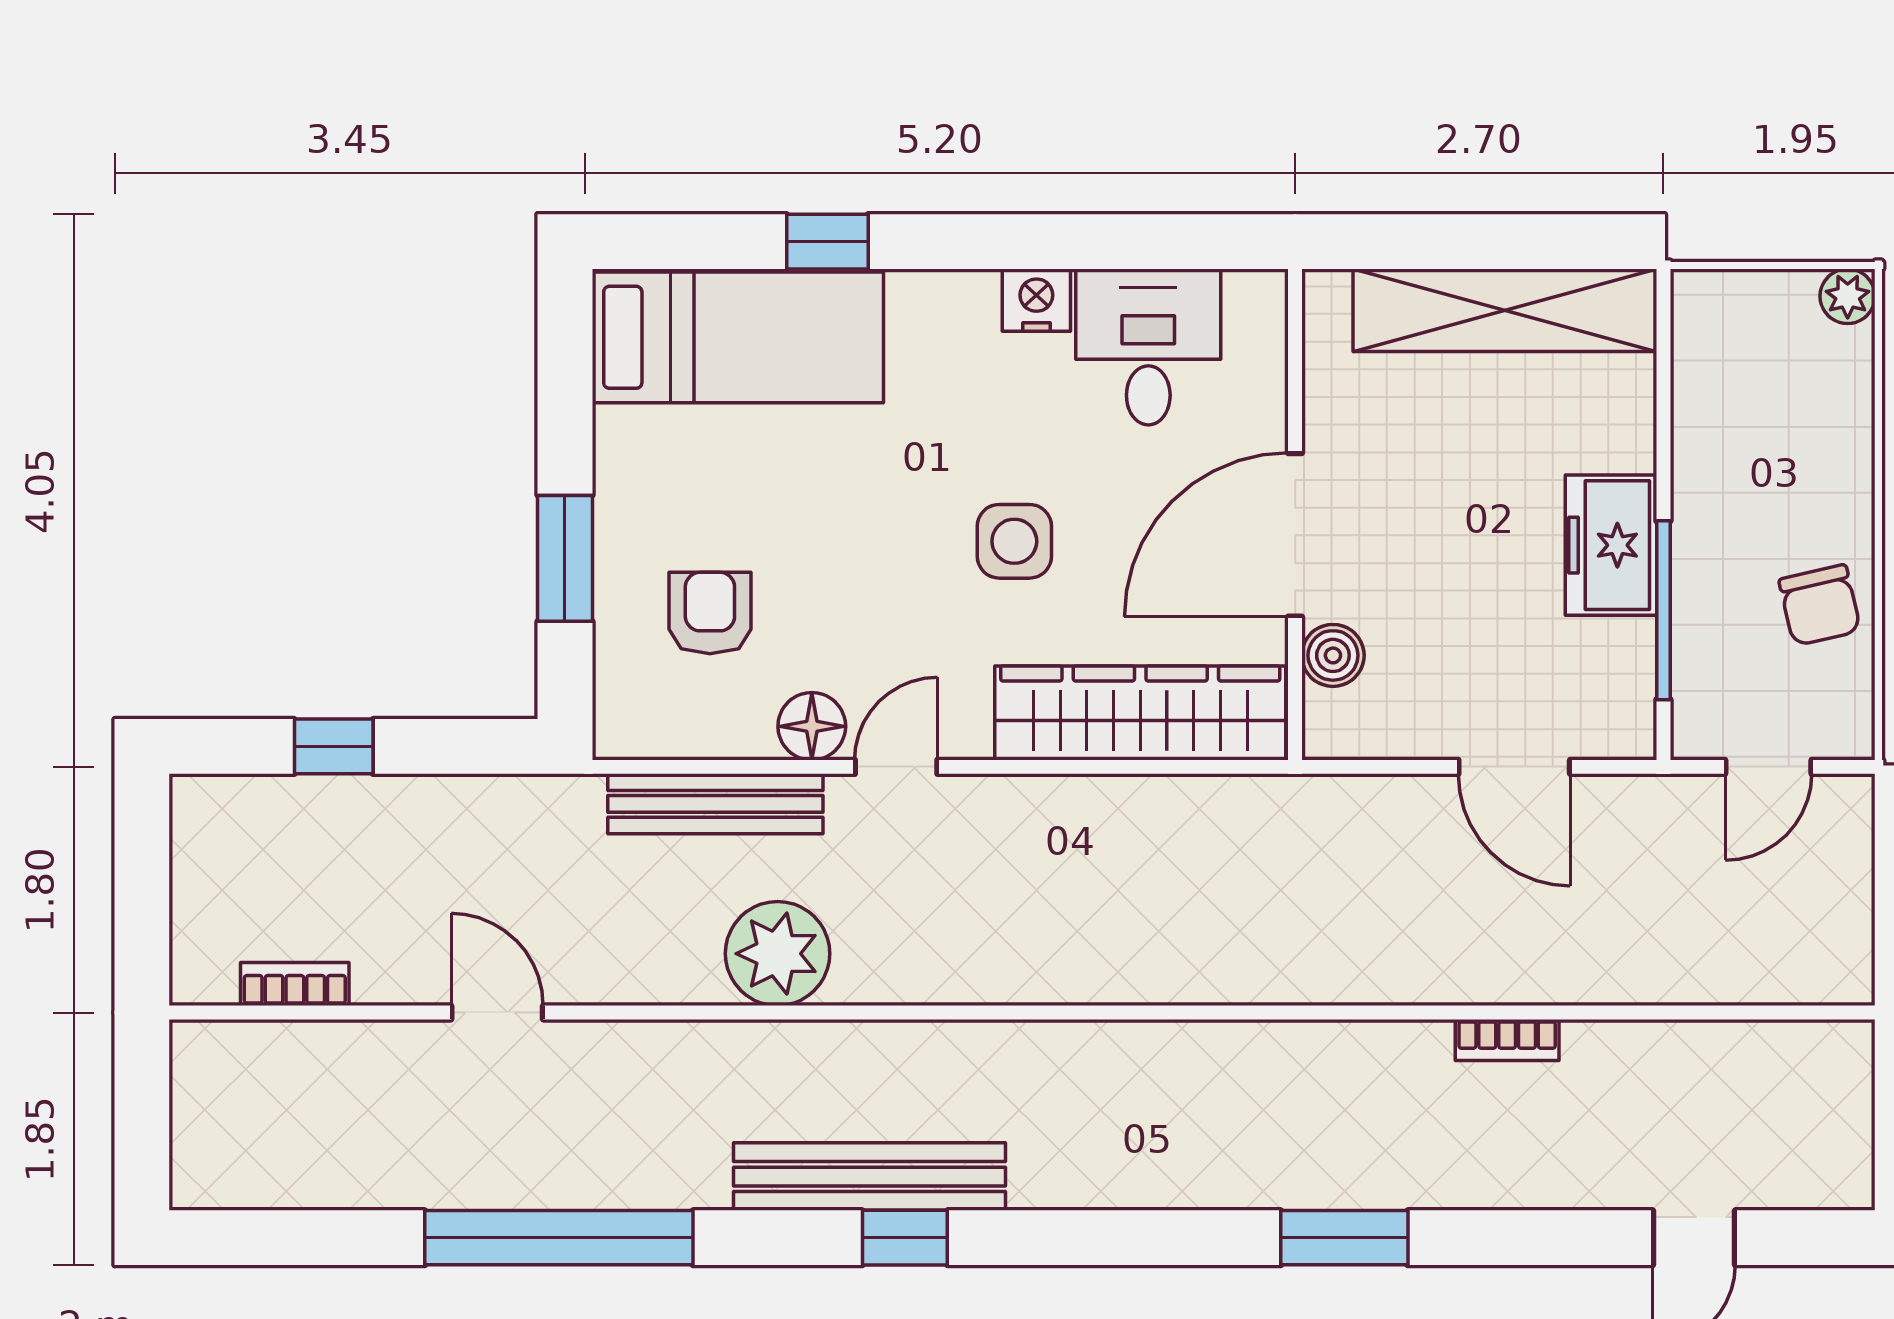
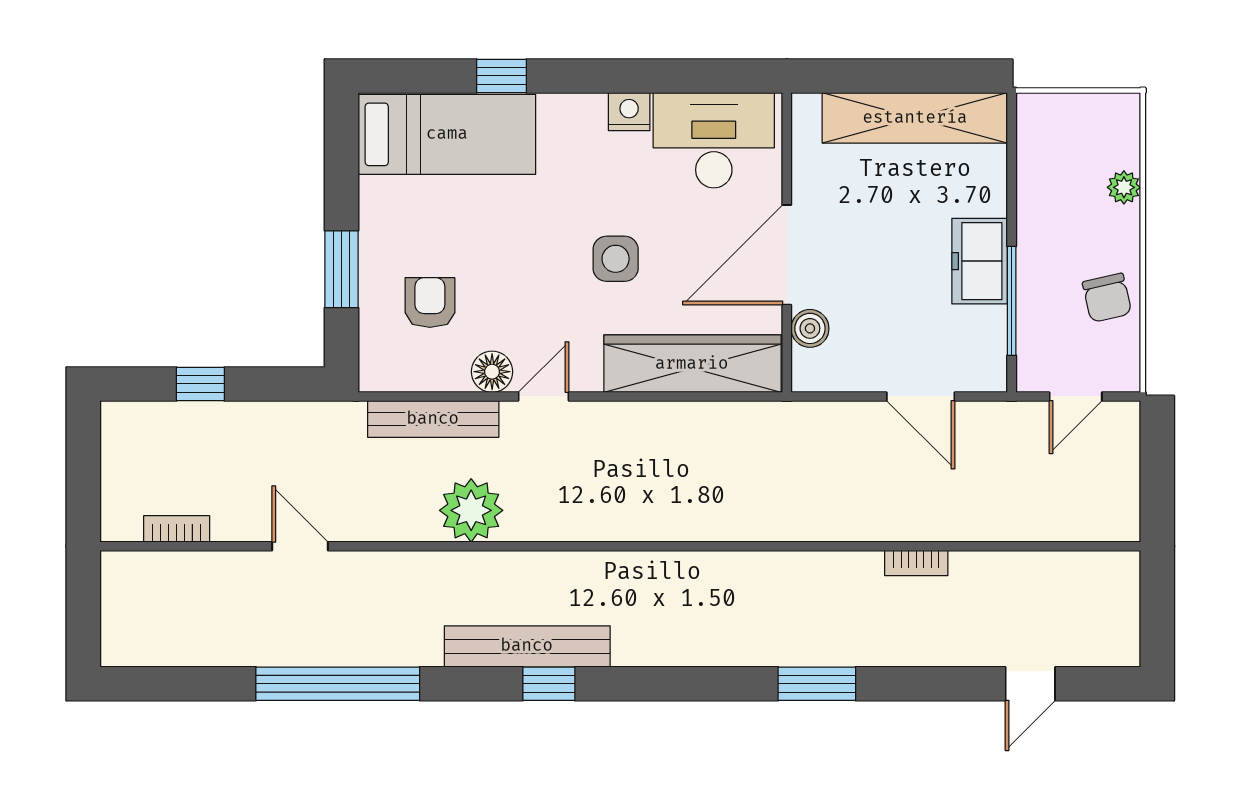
plant: (1848, 296) -> (1124, 187), moved
desk: (1148, 347) -> (714, 140), width x1.37

